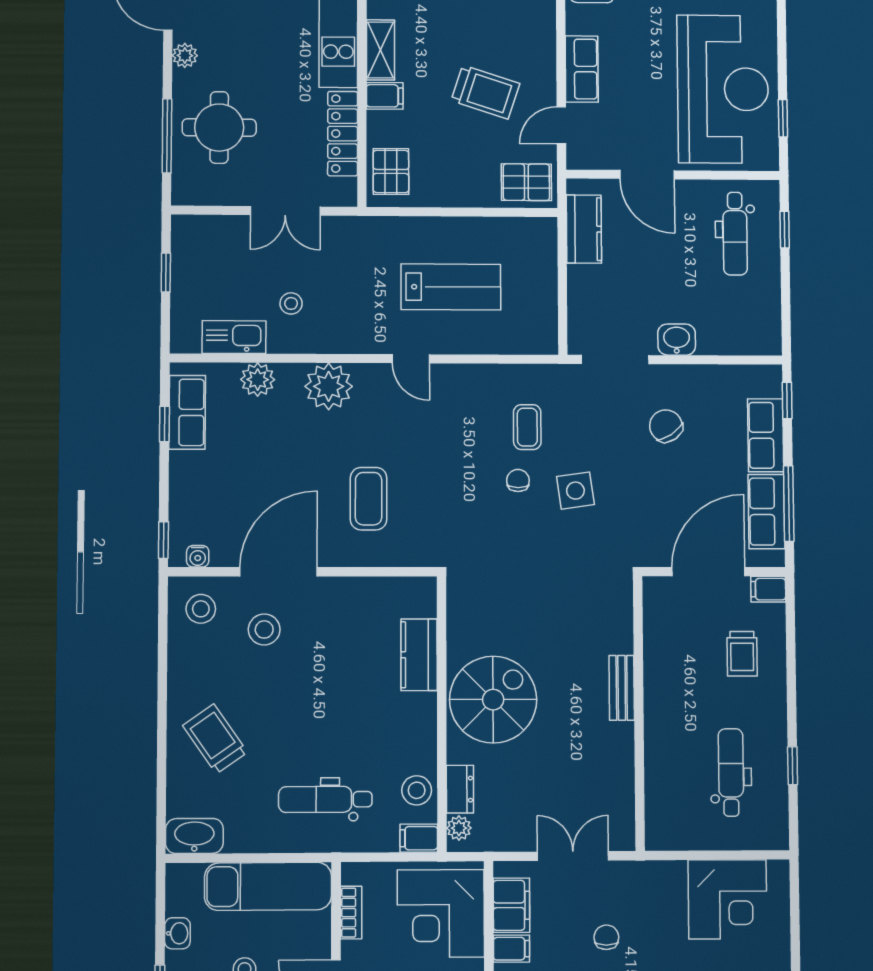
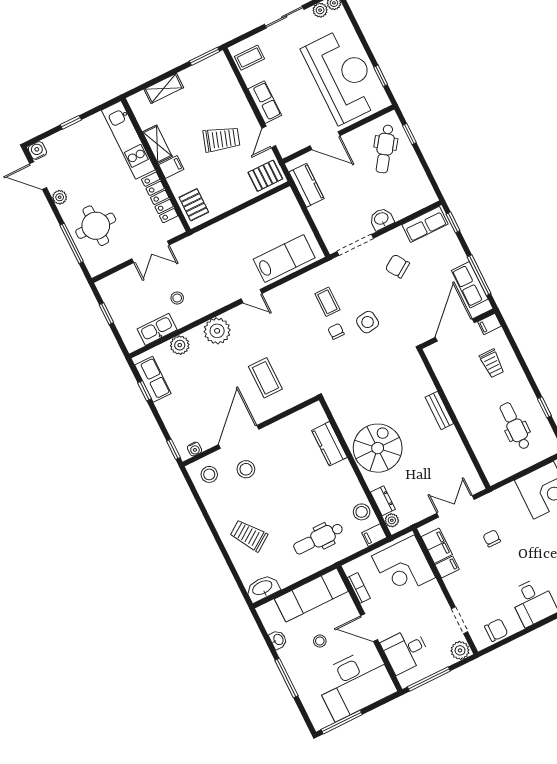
dental chair: (735, 234) -> (385, 149), turned 35
lab bench: (451, 287) -> (284, 258), moved
row of seats: (766, 435) -> (425, 224), moved, turned -90

